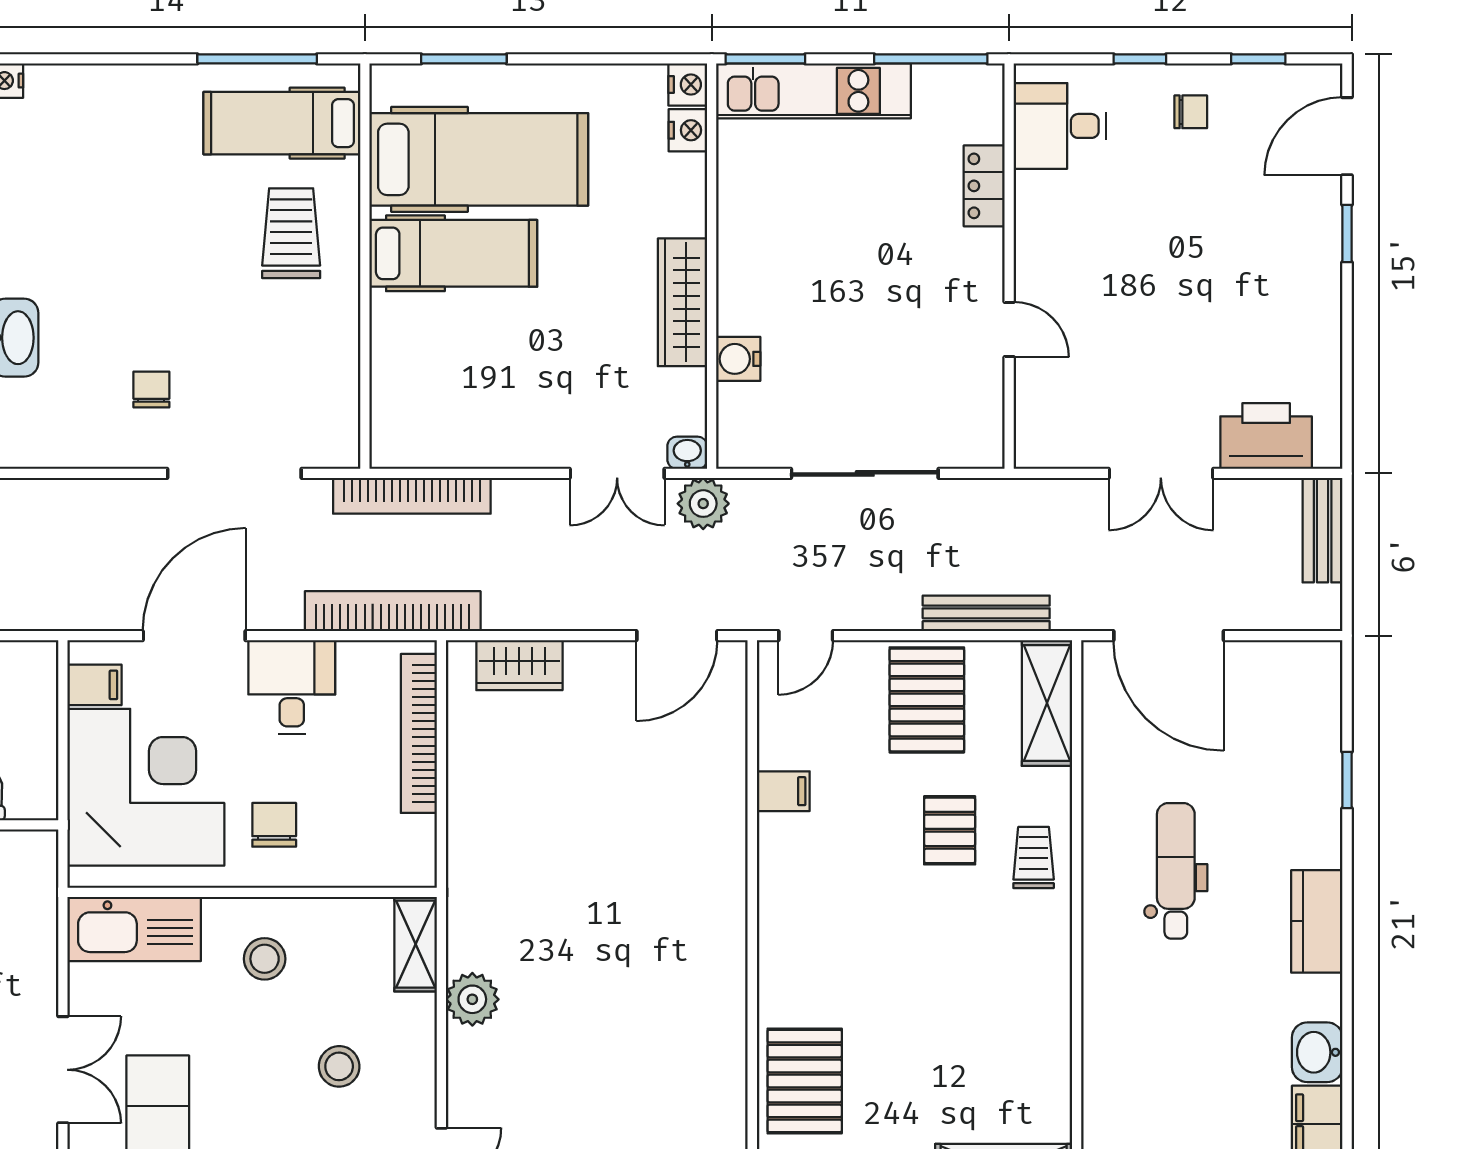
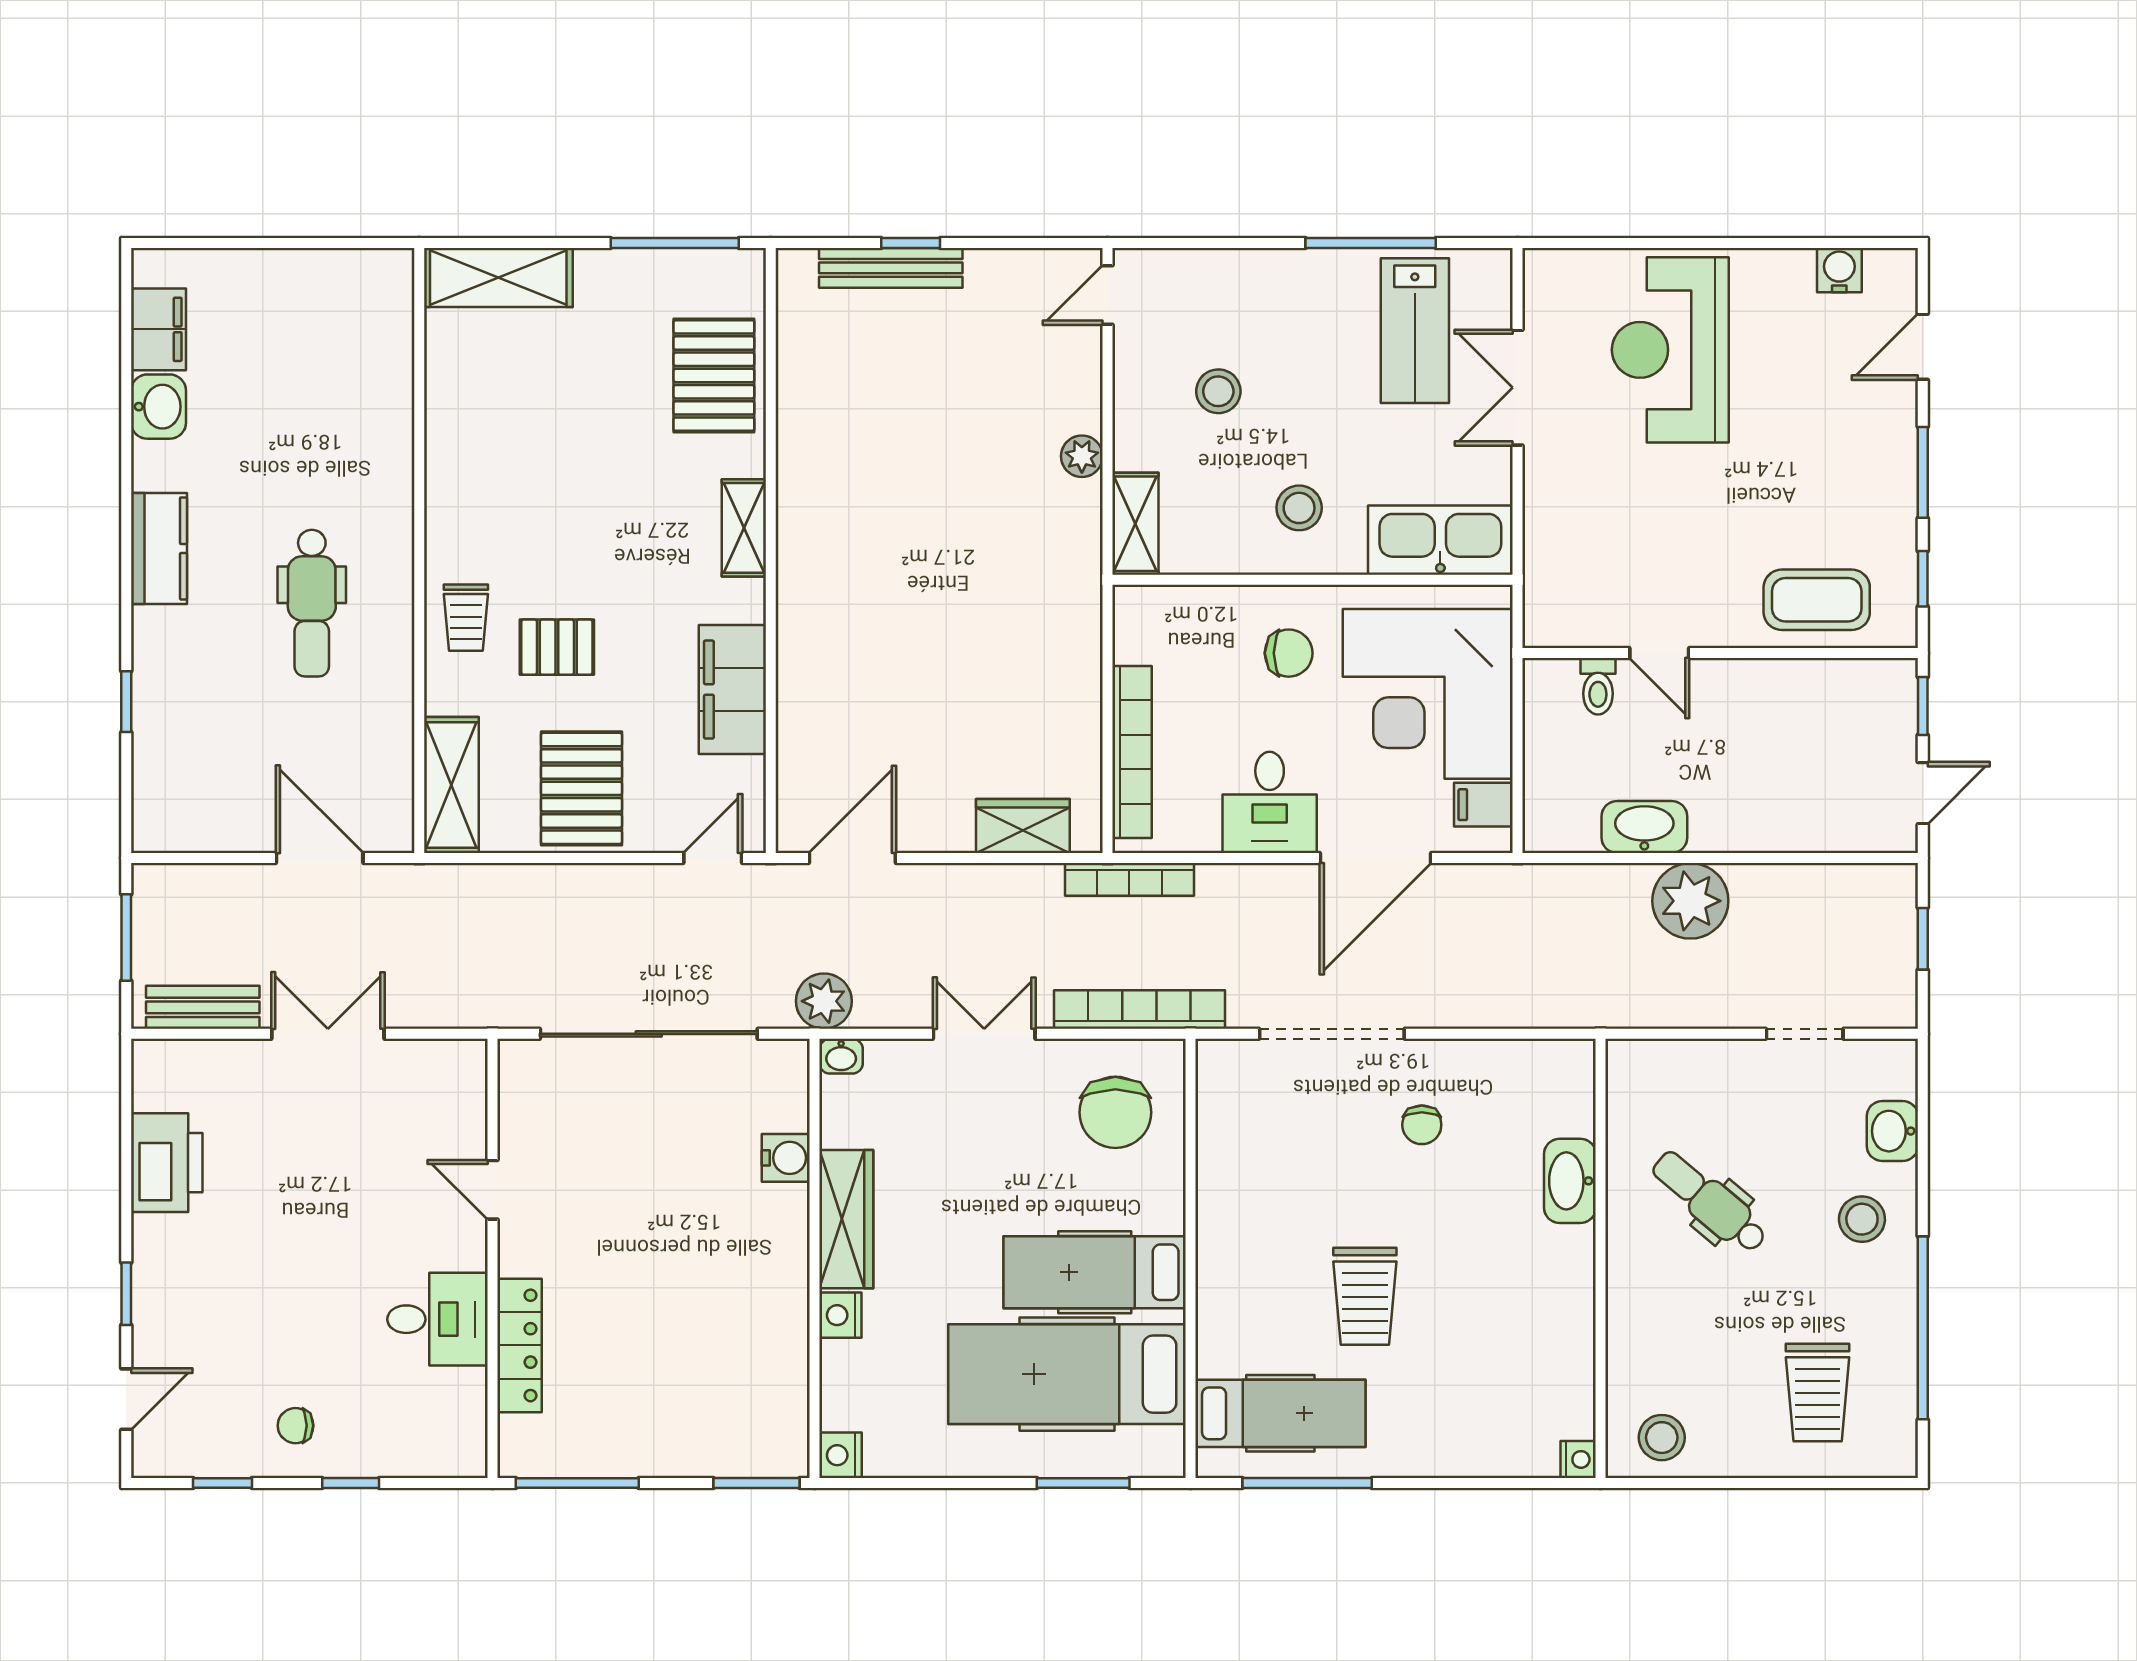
kitchen unit: (814, 91) -> (704, 1448), removed
desk: (1060, 126) -> (437, 1319), moved
nightstand: (688, 130) -> (840, 1315), moved
door: (1347, 136) -> (126, 1399), width x0.73
locker: (984, 186) -> (519, 1345), width x1.53
trolley: (291, 233) -> (1365, 1296), moved
chair: (434, 401) -> (1115, 1112), added
printer: (1266, 436) -> (167, 1163), moved, turned -90
double door: (617, 473) -> (984, 1034), moved
sliding door: (865, 473) -> (649, 1034), width x1.36
bench: (1323, 530) -> (203, 1007), moved, turned 90
window: (1347, 562) -> (126, 937), added
bookcase: (393, 611) -> (1129, 879), width x0.68, depth x0.76
bench: (986, 613) -> (517, 882), removed
door: (1169, 636) -> (320, 858), width x0.73
filing cabinet: (783, 791) -> (732, 690), width x3.00, depth x1.17
chair: (274, 825) -> (1289, 653), turned -90
pallet: (950, 830) -> (557, 647), turned 90
shelving: (777, 940) -> (744, 528), added
plant: (472, 999) -> (1082, 456), width x0.73, depth x0.73

